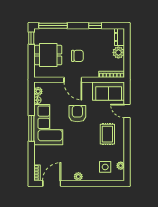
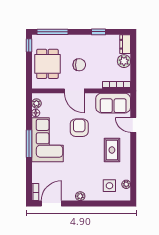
dining table: (48, 55) -> (47, 64), turned 90

